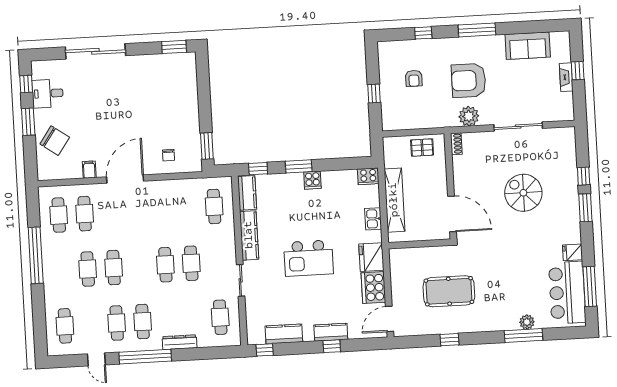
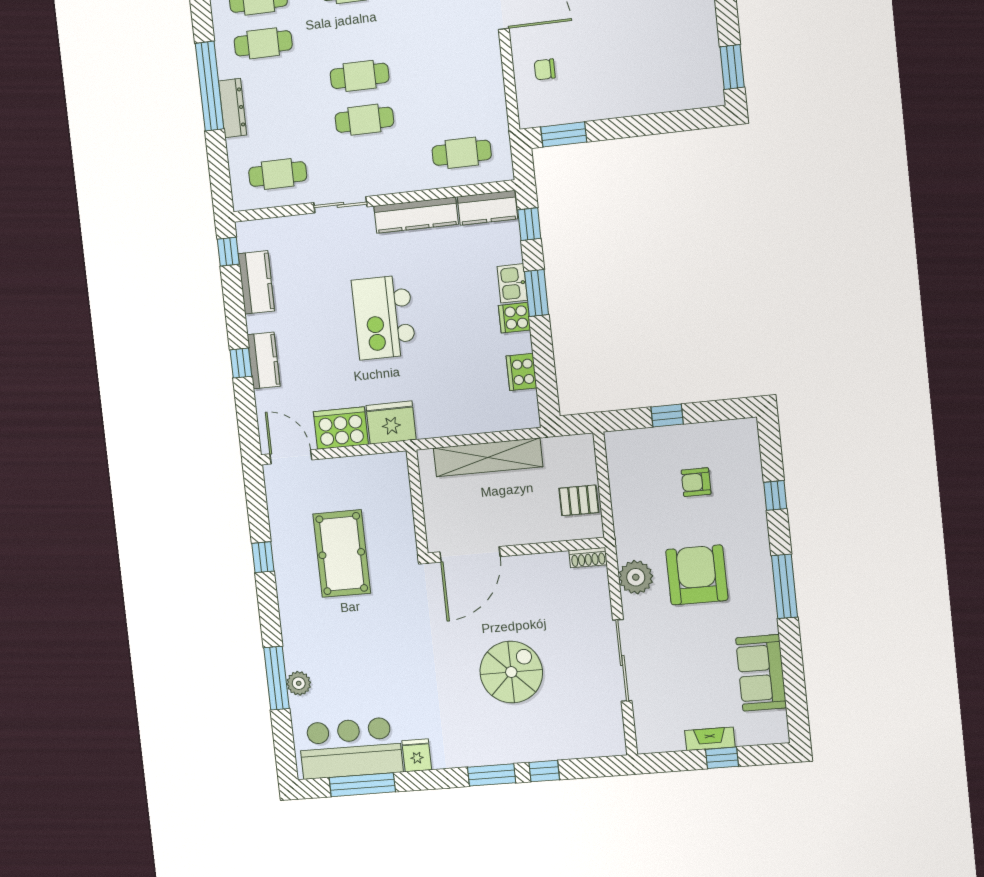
pallet: (422, 148) -> (579, 500), turned 90
cooker: (368, 176) -> (521, 372), moved
kitchen sink: (373, 219) -> (512, 283), moved, turned -90
window: (145, 357) -> (210, 86), moved

